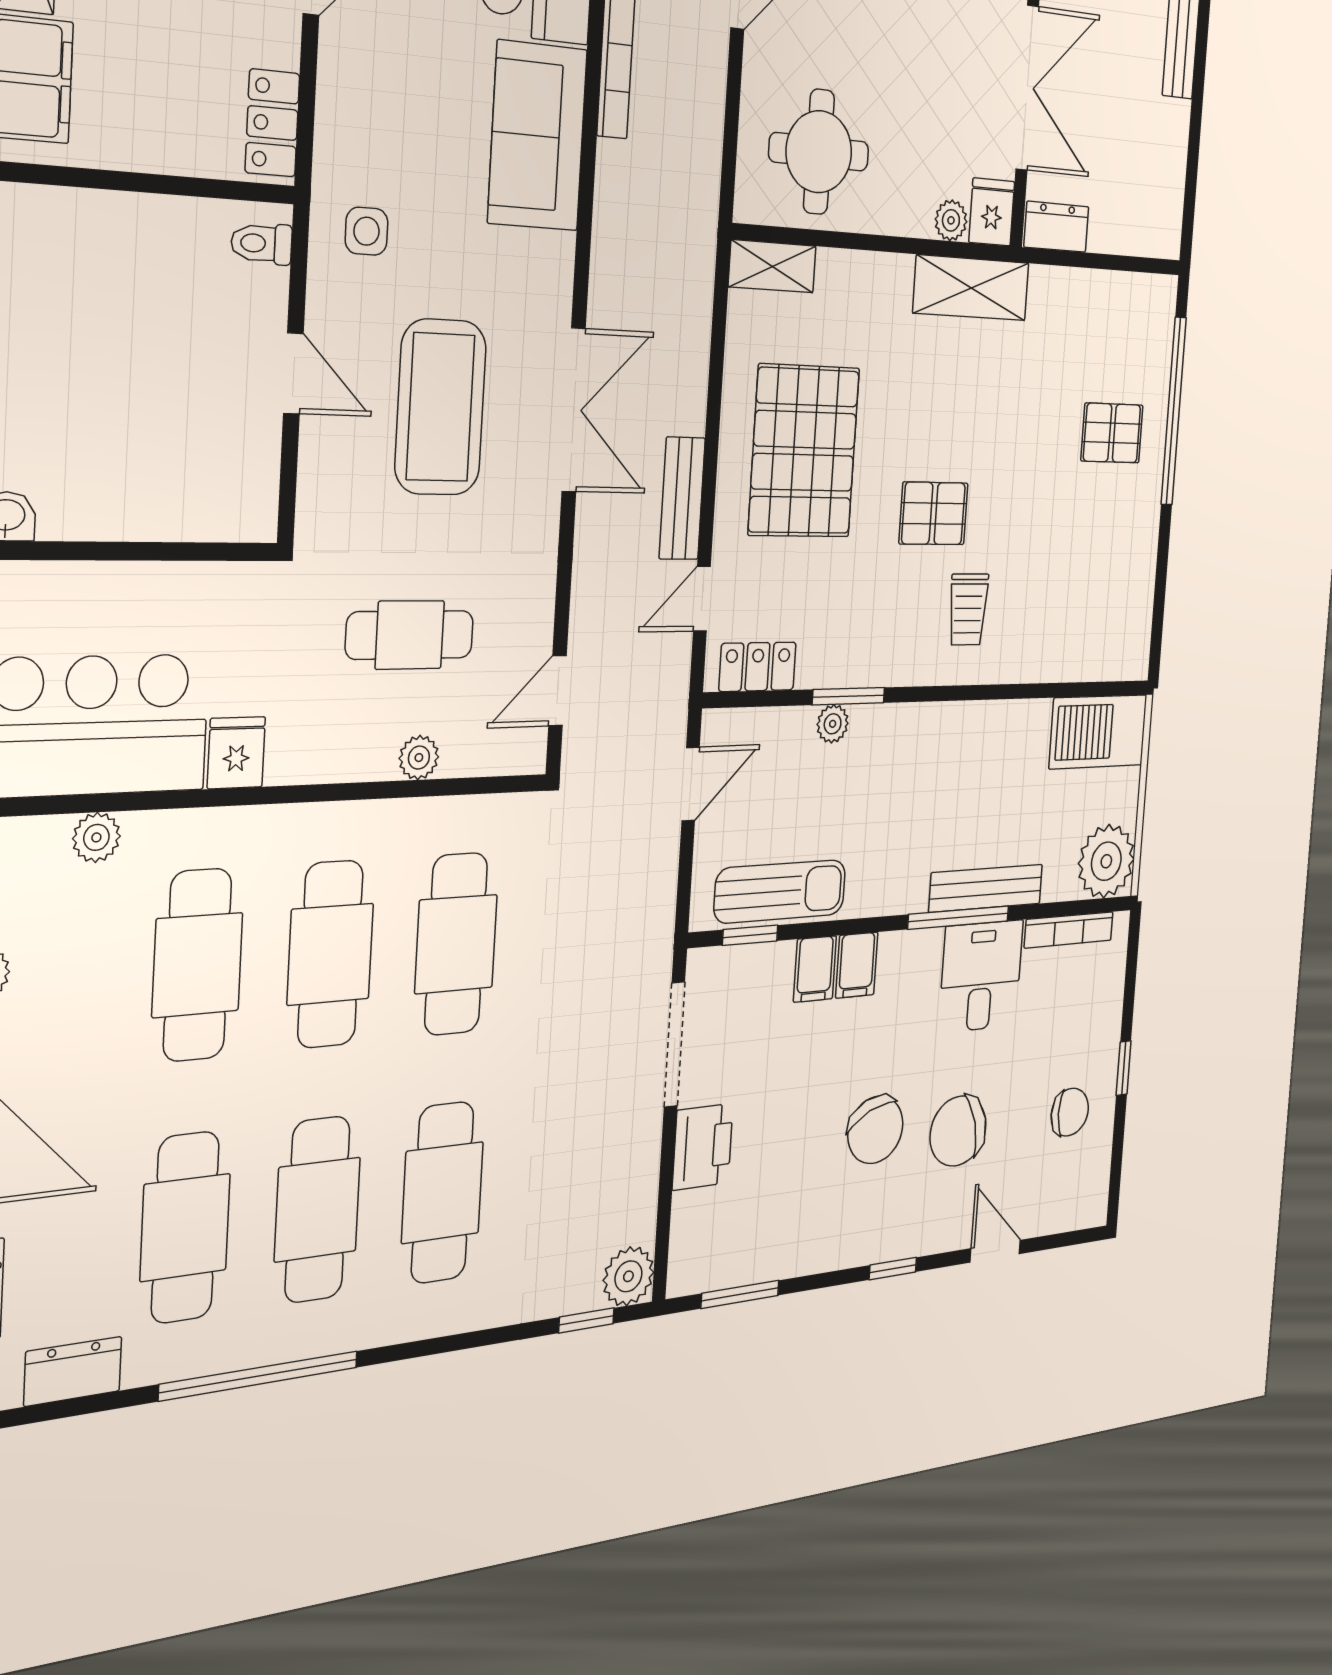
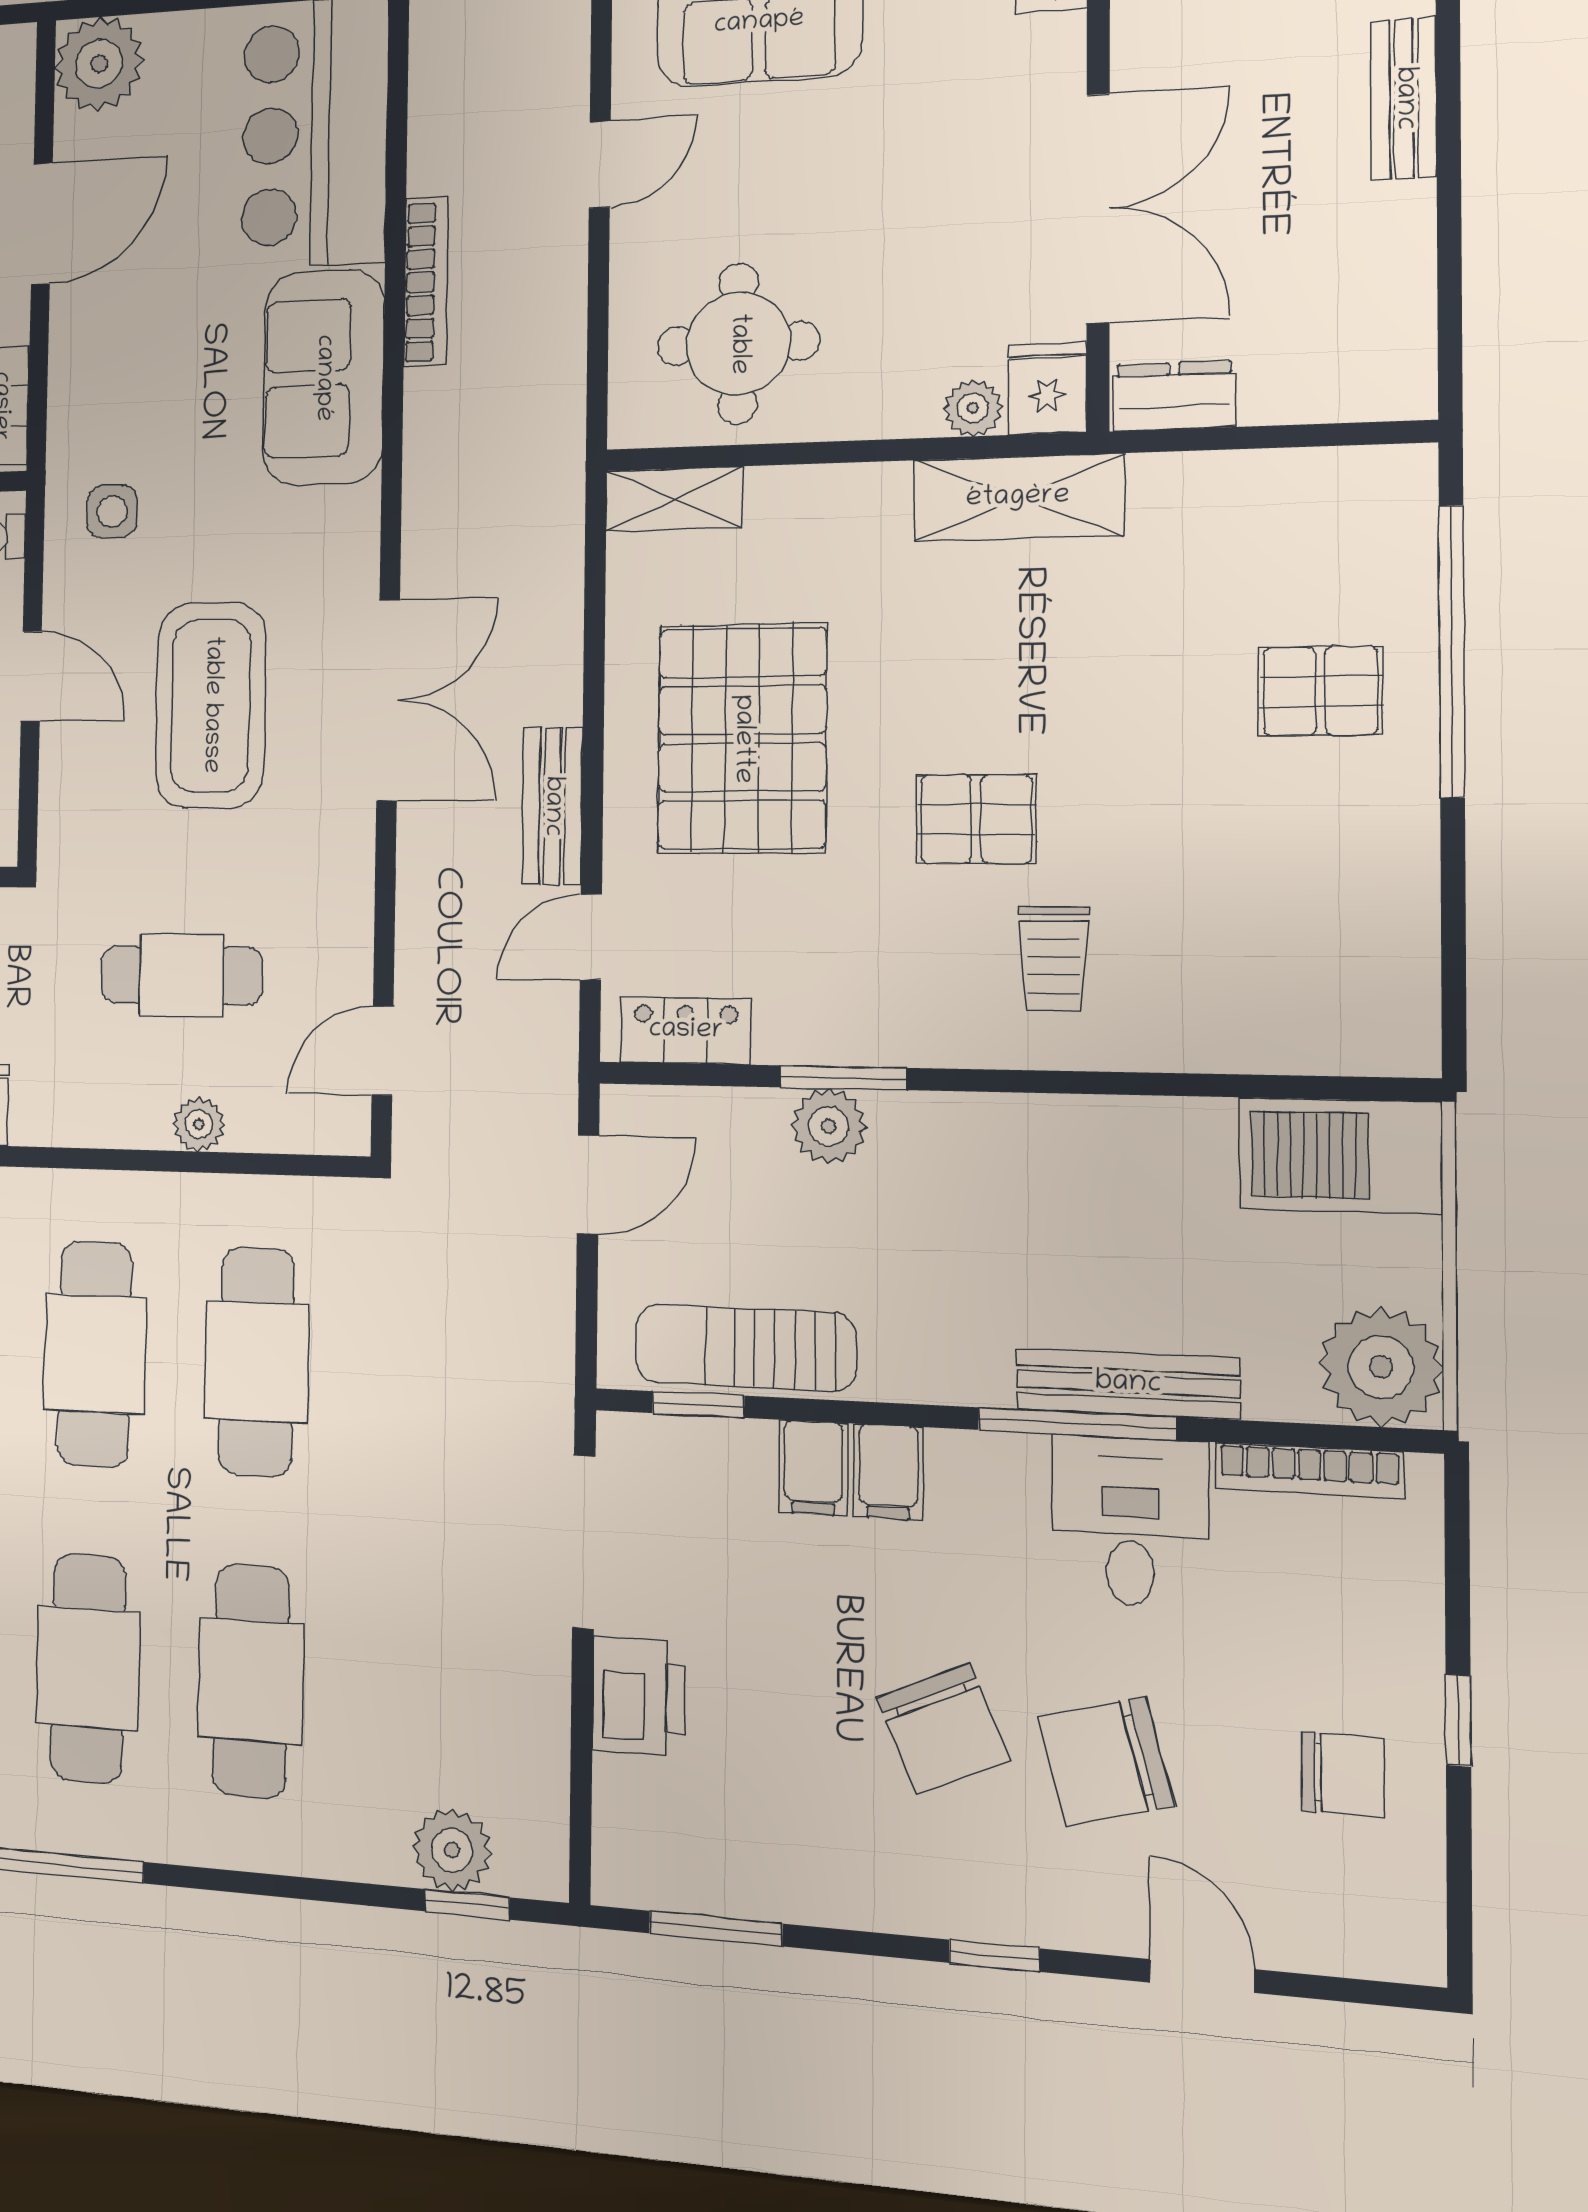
plant: (833, 724) -> (829, 1126), width x1.38, depth x1.38
sun lounger: (780, 891) -> (745, 1348), turned 180
plant: (628, 1276) -> (452, 1850), moved

